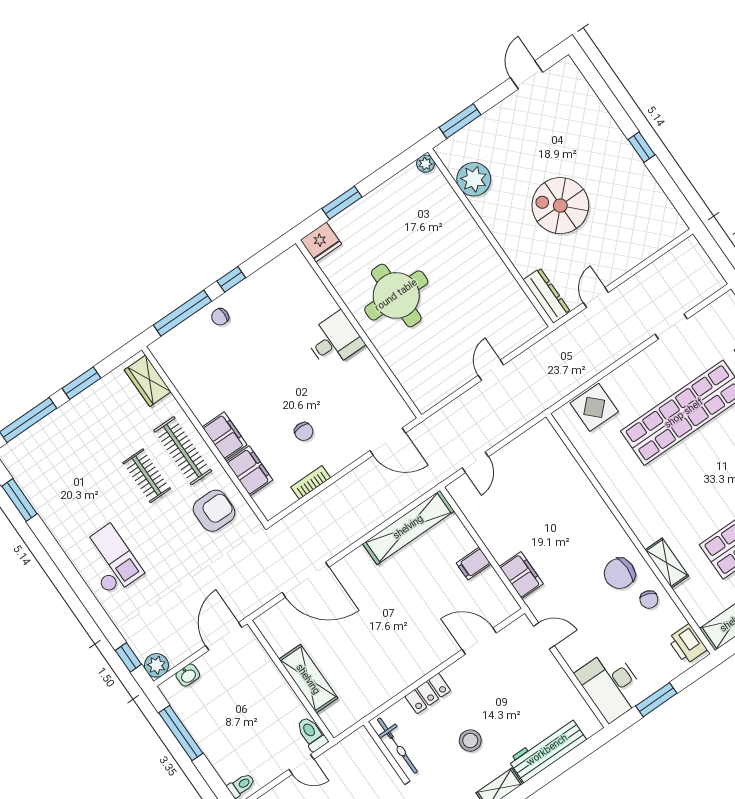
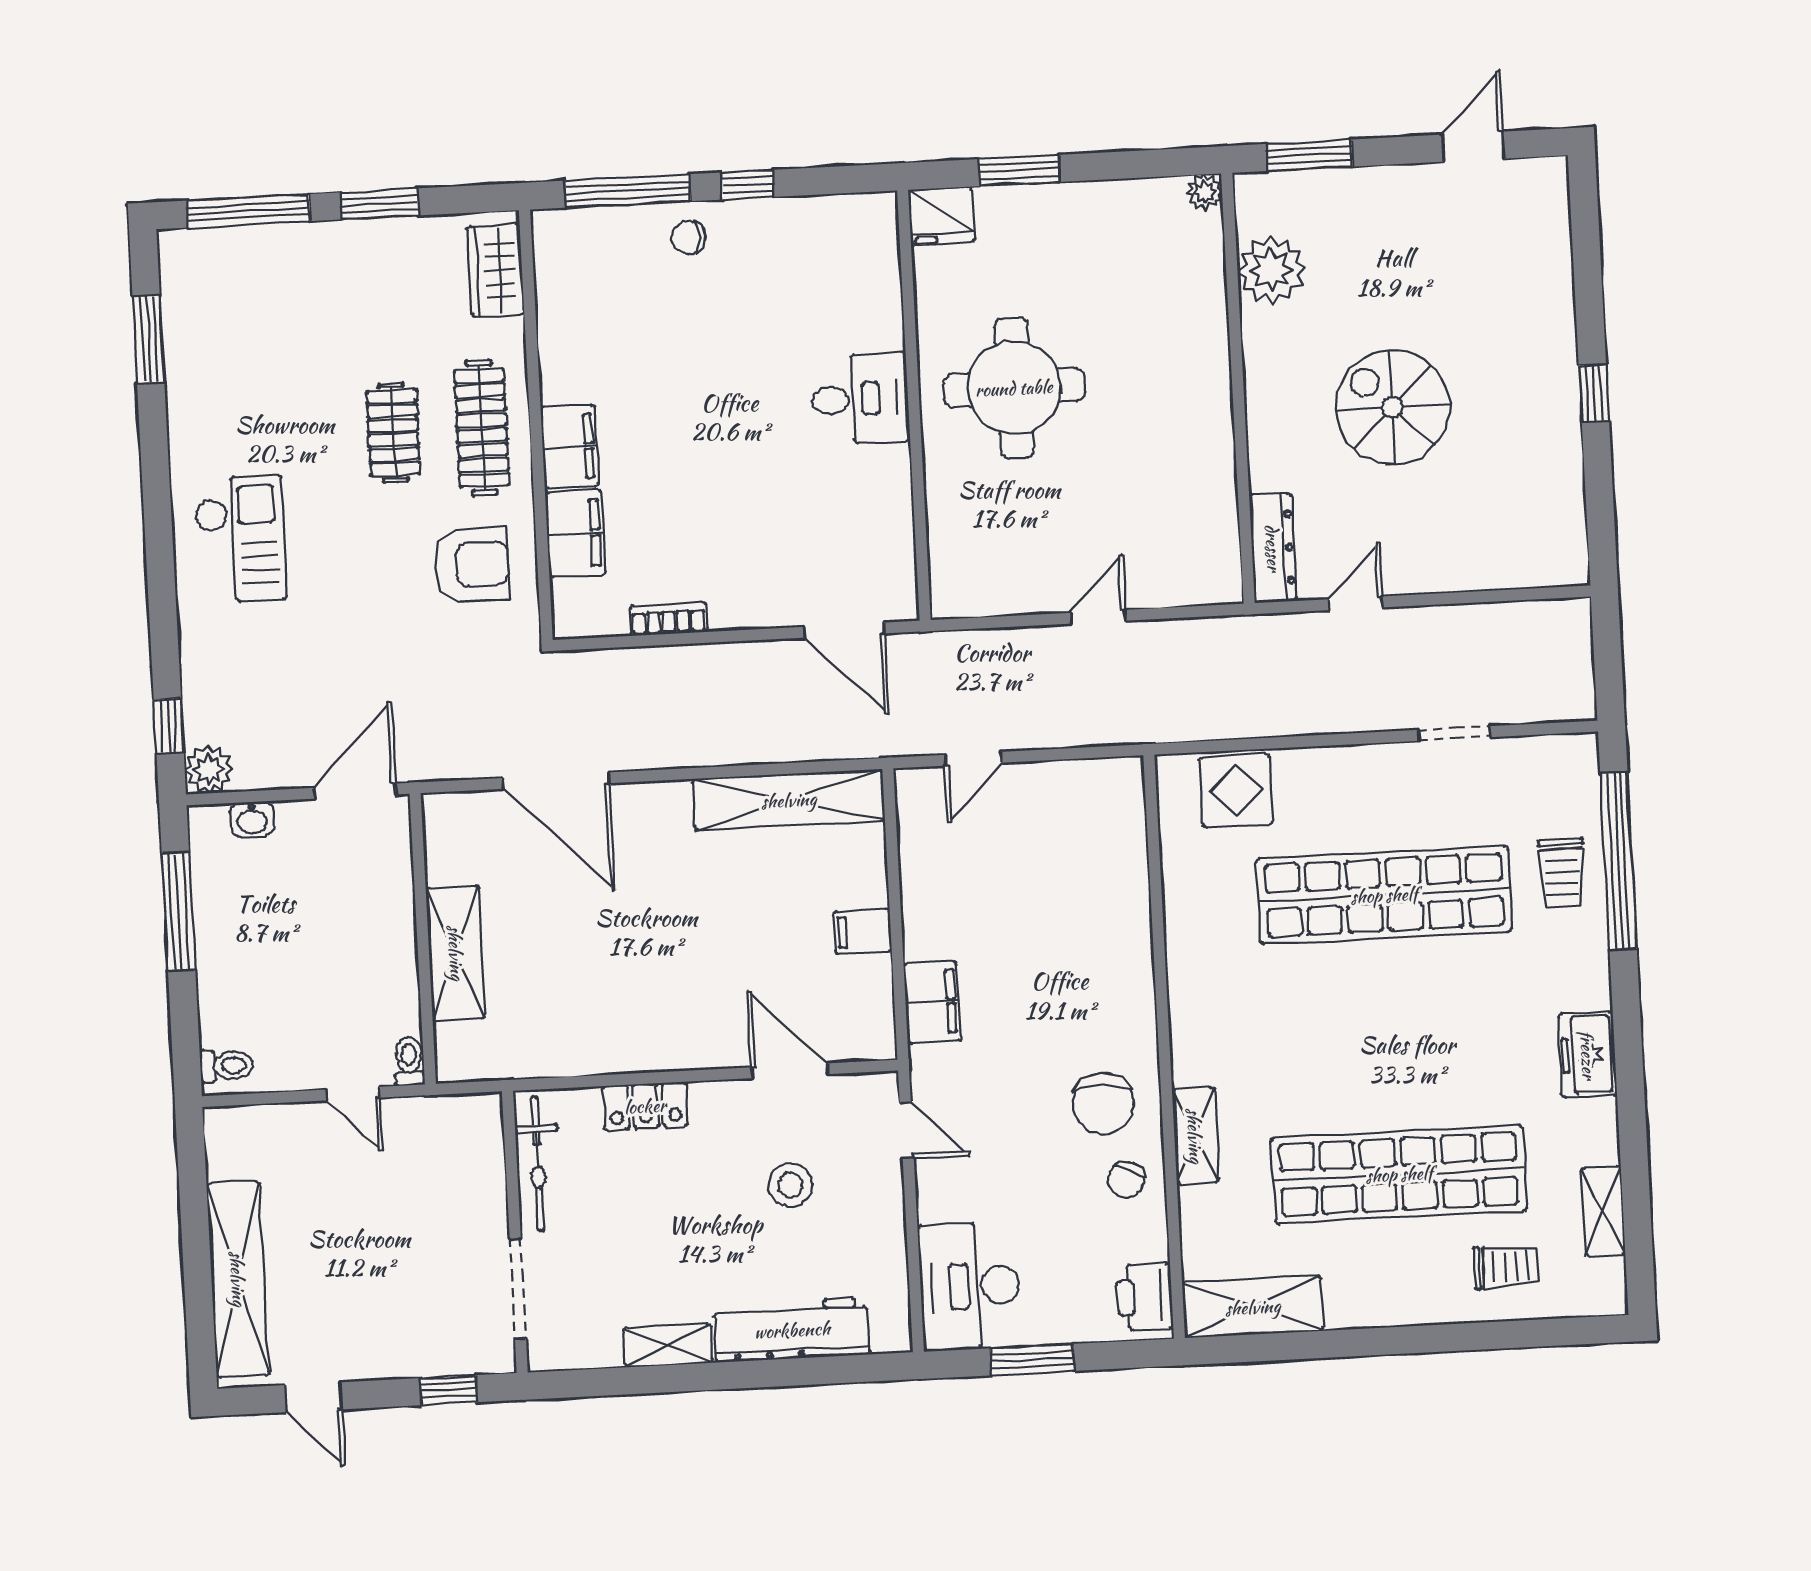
chair: (304, 432) -> (710, 523), removed
chair: (620, 573) -> (1103, 1103), turned -90
toilet: (312, 734) -> (409, 1061), width x0.73, depth x0.72
stool: (470, 741) -> (790, 1185), moved

